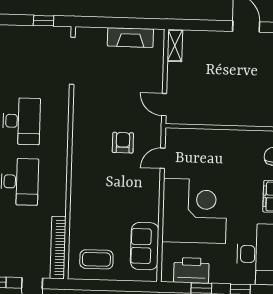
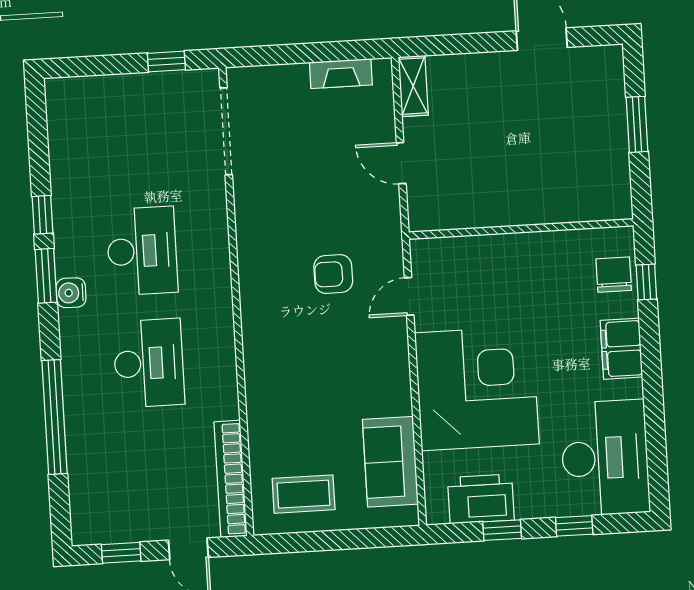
fireplace: (130, 38) -> (341, 74), width x0.73, depth x0.76
door: (164, 105) -> (401, 163), moved
armchair: (123, 143) -> (333, 274), turned -90

